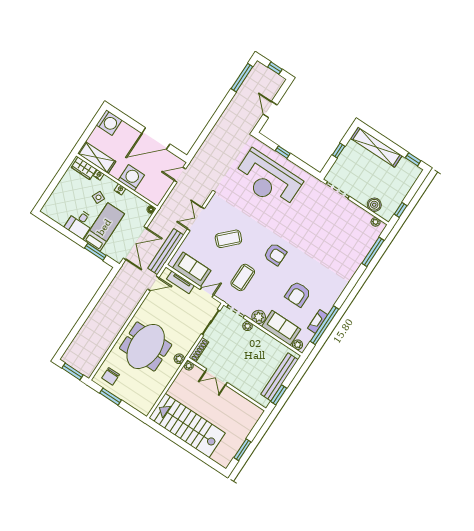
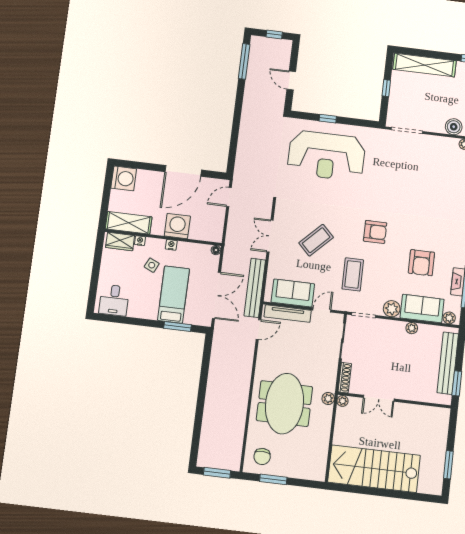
desk: (80, 223) -> (114, 300), moved
tv unit: (180, 282) -> (288, 314), width x1.41
plant: (247, 326) -> (412, 328), moved

